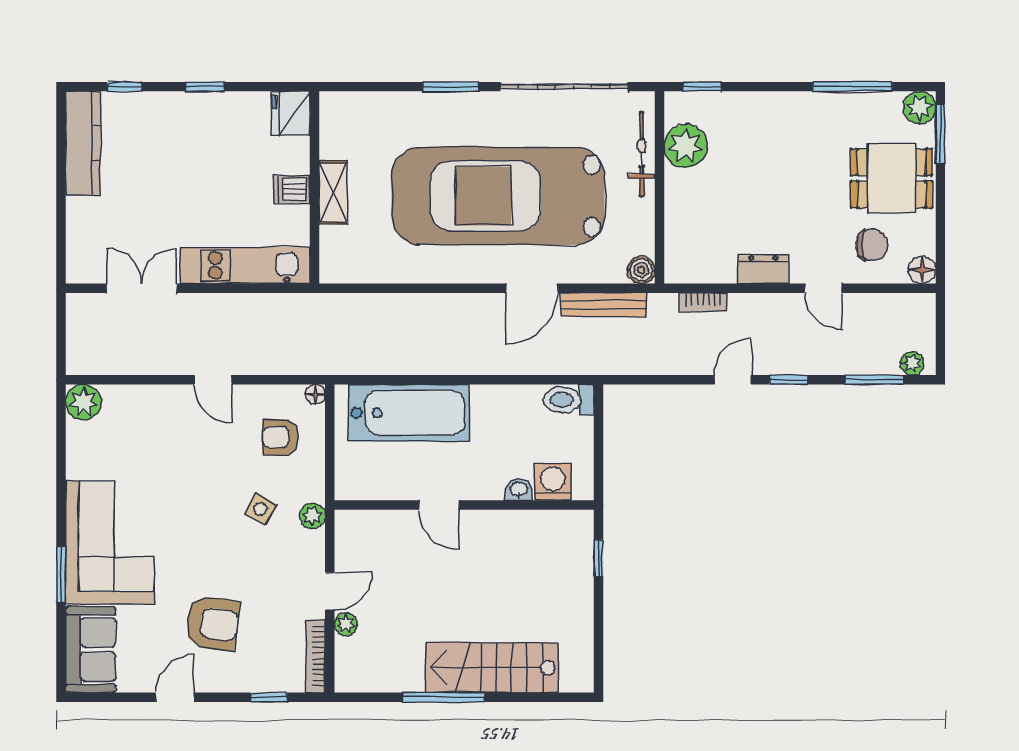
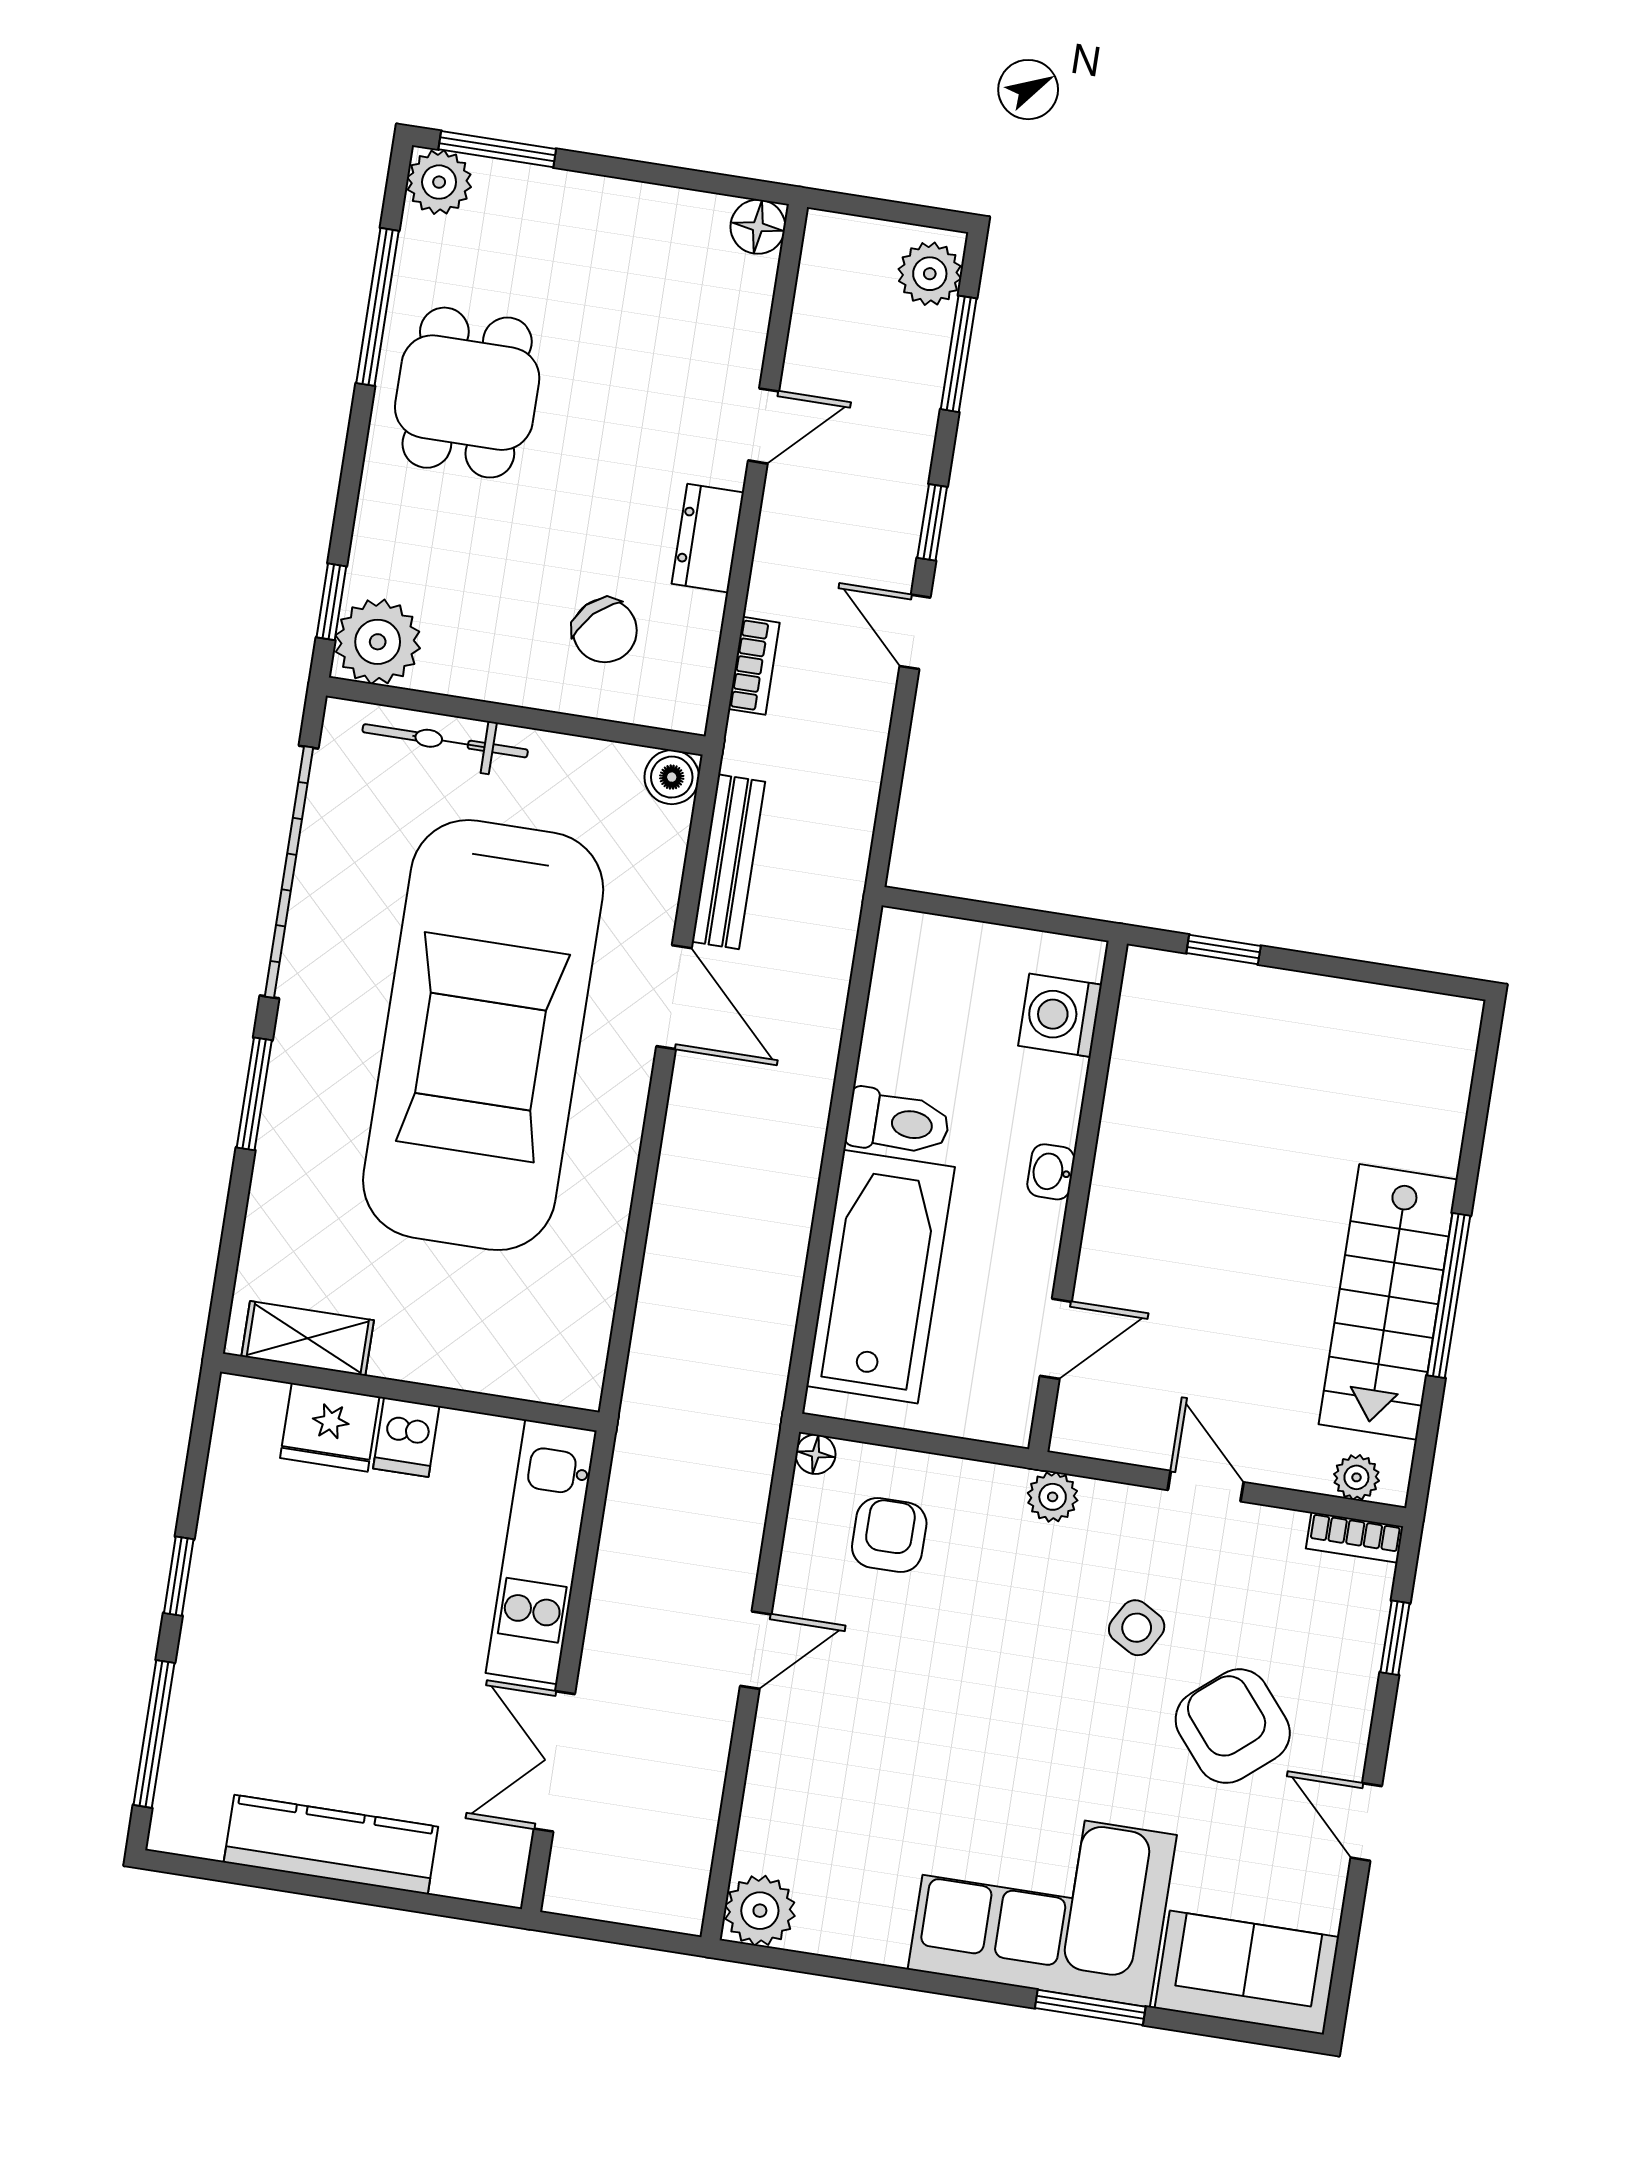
window: (124, 87) -> (154, 1734), width x2.17
fridge: (291, 114) -> (330, 1427), moved
kitchen counter: (83, 143) -> (331, 1845), moved
plant: (686, 146) -> (378, 642), moved
dining table: (892, 178) -> (467, 393), moved
shelving: (333, 193) -> (308, 1338), moved
chair: (872, 245) -> (605, 631), moved, turned 135
plant: (912, 364) -> (930, 274), width x1.38, depth x1.38
toilet: (569, 400) -> (898, 1122), moved, turned -90
armchair: (281, 437) -> (889, 1535), turned 180
washbasin: (519, 490) -> (1051, 1172), moved
door: (439, 505) -> (1056, 1339), moved
side table: (261, 509) -> (1137, 1628), moved
armchair: (212, 623) -> (1233, 1726), turned -48
plant: (346, 624) -> (1356, 1477), moved
bookcase: (316, 656) -> (1355, 1537), width x0.64
stairs: (492, 668) -> (1388, 1302), moved

